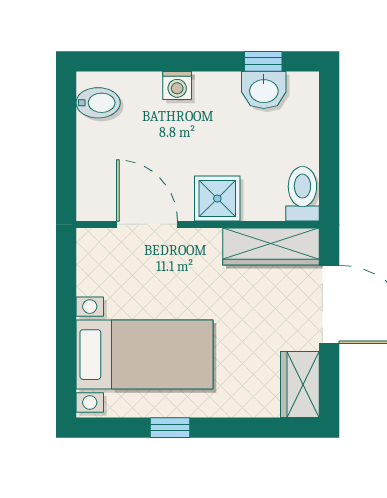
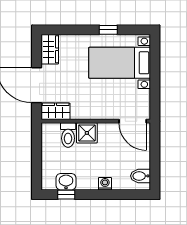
toilet: (302, 194) -> (68, 135), moved
door: (147, 224) -> (133, 121), moved
wardrobe: (271, 246) -> (56, 111), width x0.67

